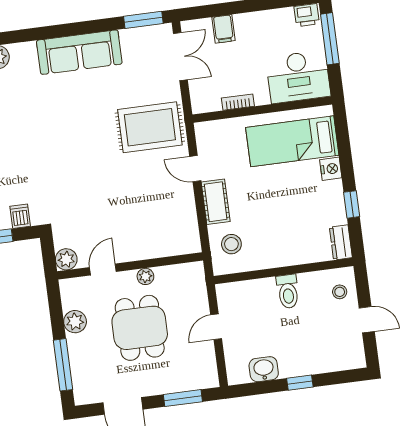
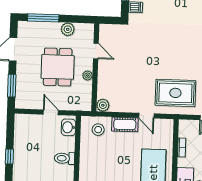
rug: (150, 127) -> (175, 93), turned 90
door: (195, 169) -> (146, 116), swing flipped
plant: (66, 259) -> (103, 105), moved
dining table: (140, 328) -> (58, 67), turned 90
washbasin: (264, 369) -> (68, 127), moved, turned 180

